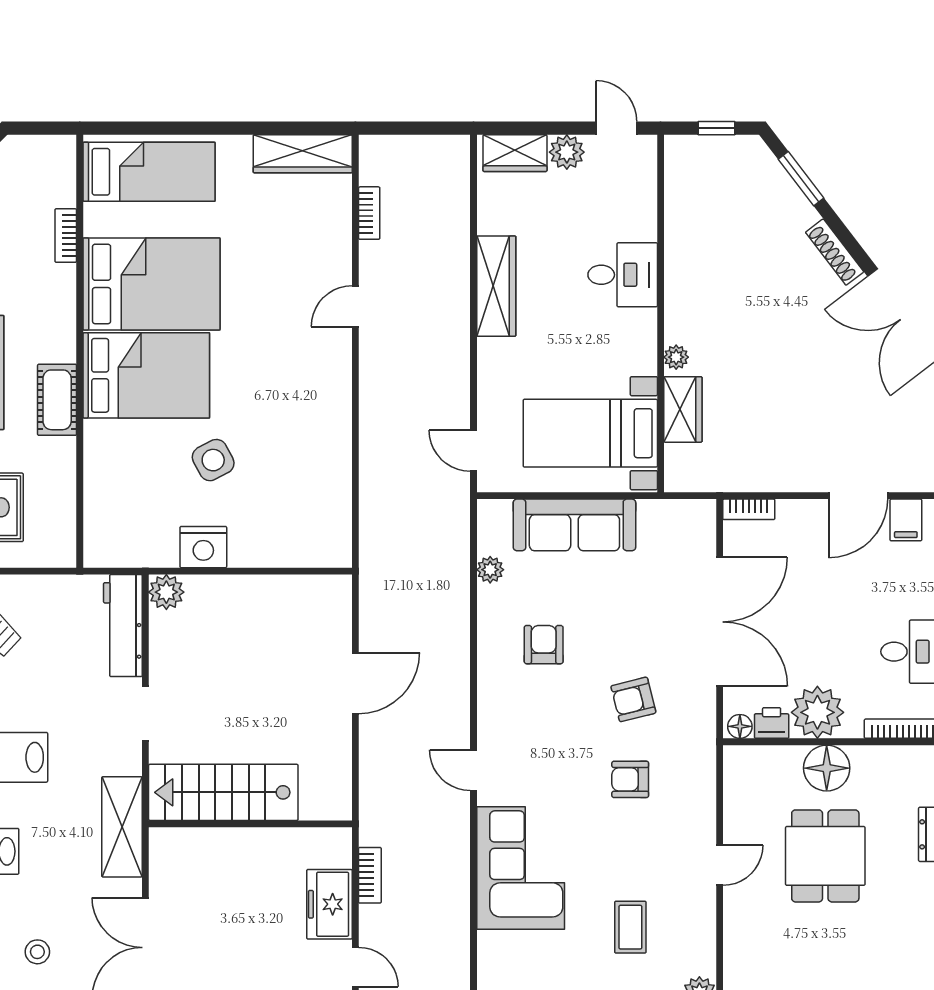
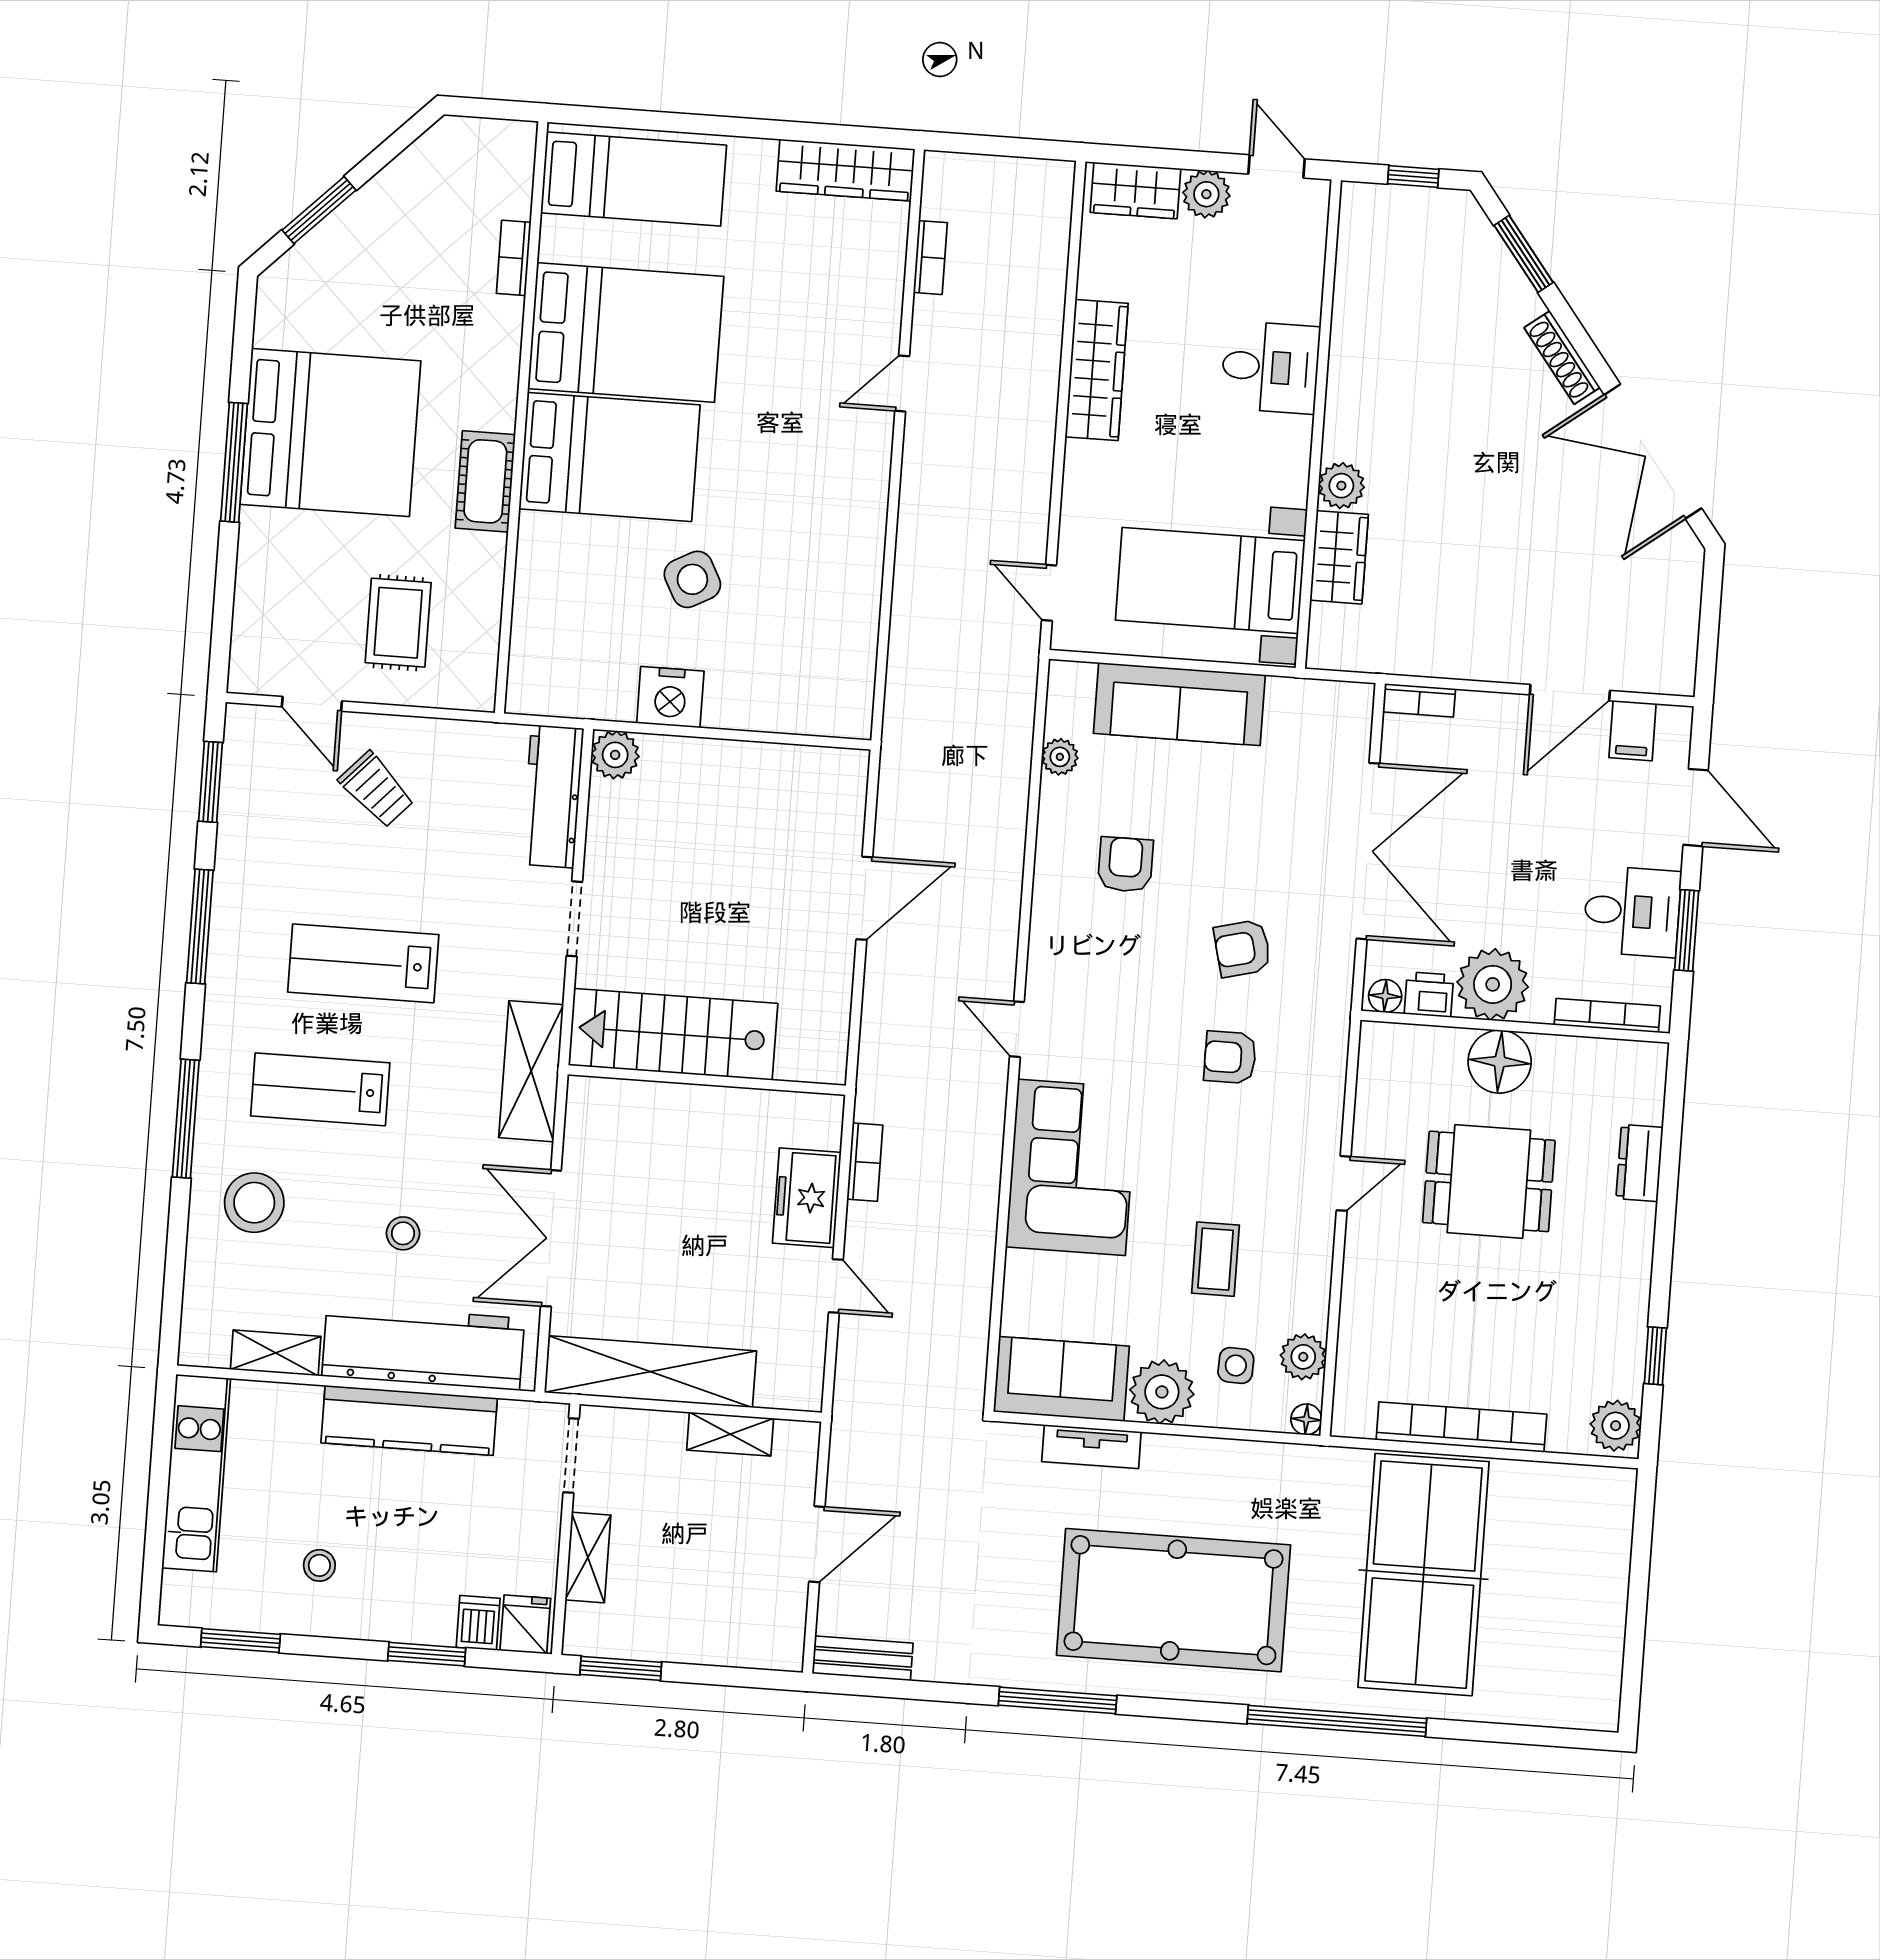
plant: (676, 357) -> (1341, 486), width x1.38, depth x1.38
dining table: (825, 856) -> (1489, 1181), turned 90

